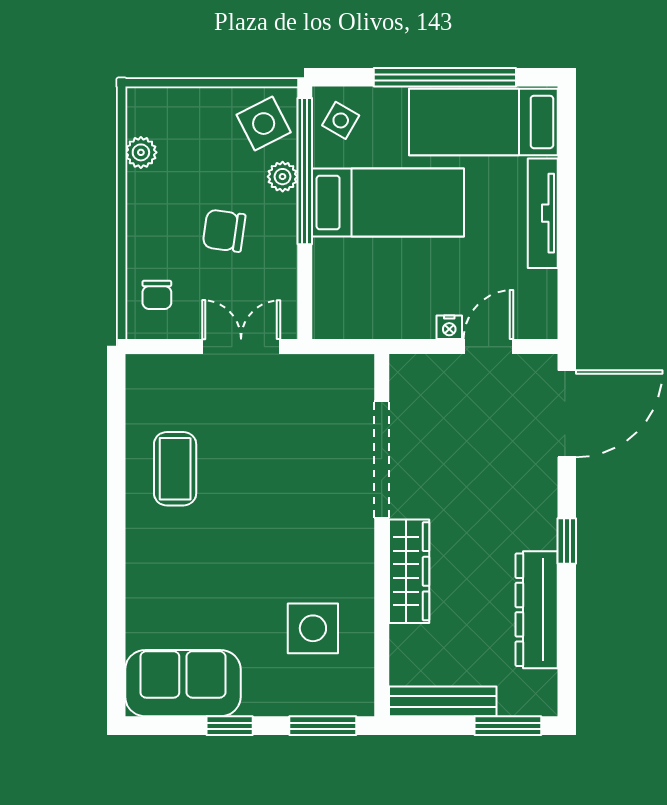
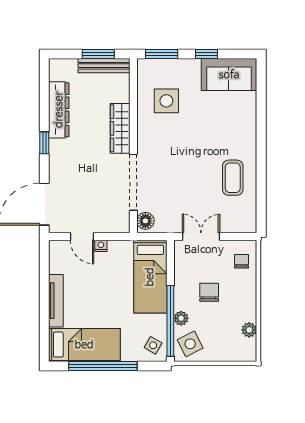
bed: (388, 203) -> (150, 277), moved, turned -90
chair: (224, 231) -> (209, 292), turned -98
double door: (241, 347) -> (201, 236), swing flipped
door: (488, 347) -> (82, 236), hinge flipped
floor lamp: (357, 379) -> (145, 221), added
window: (508, 726) -> (98, 54), moved

